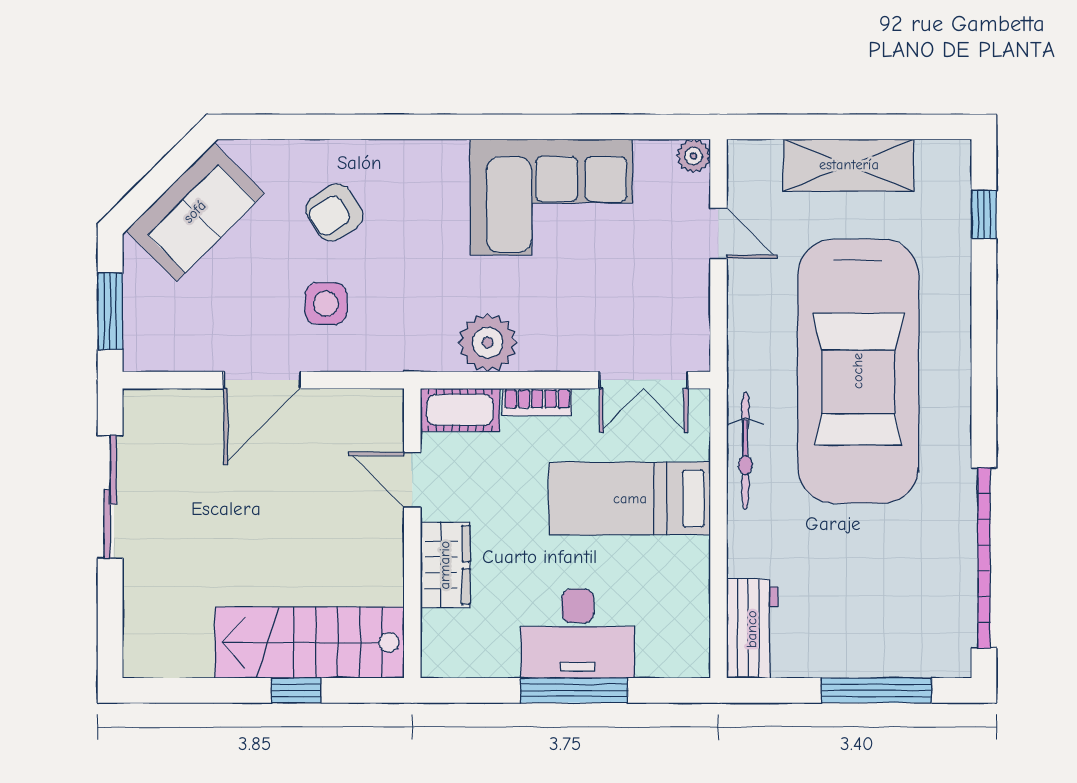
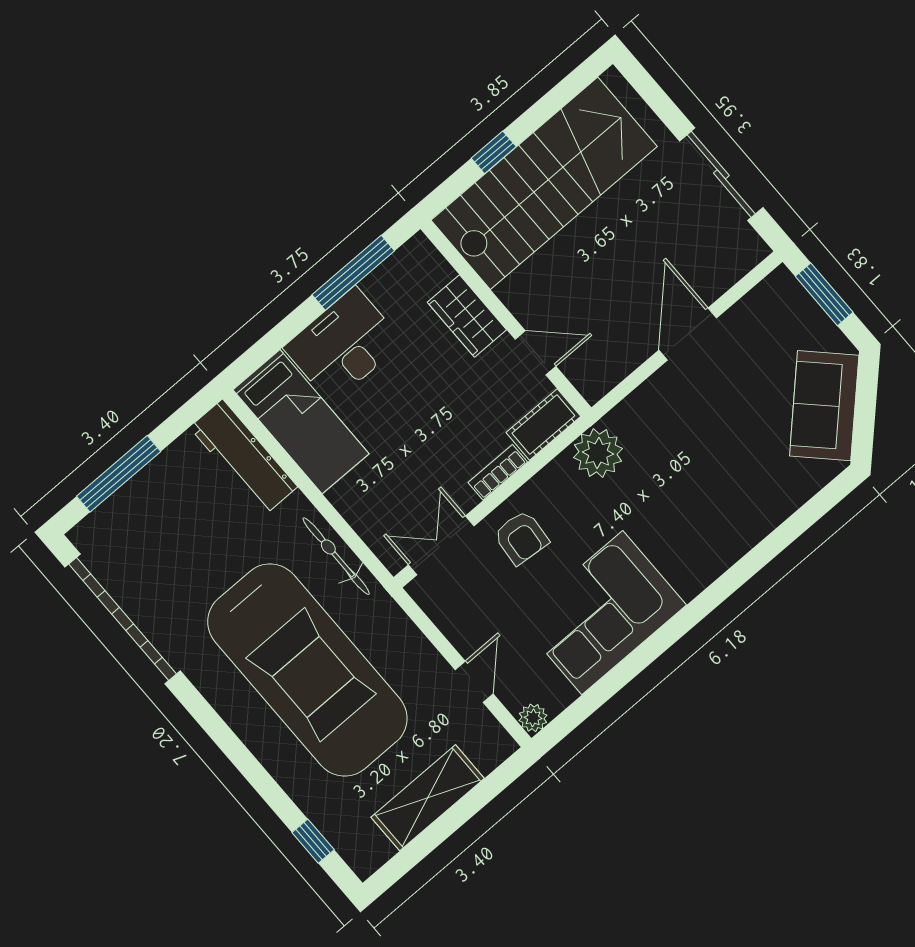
armchair: (334, 212) -> (521, 537), moved, turned 128
door: (719, 233) -> (474, 682), swing flipped
side table: (326, 303) -> (689, 419), removed
plant: (488, 343) -> (598, 453), moved
car: (858, 371) -> (307, 670), turned 180
bed: (630, 499) -> (301, 422), moved, turned 90
workbench: (752, 629) -> (243, 457), width x1.38
stairs: (309, 642) -> (544, 183), width x1.36, depth x1.51
window: (574, 690) -> (353, 273), moved

